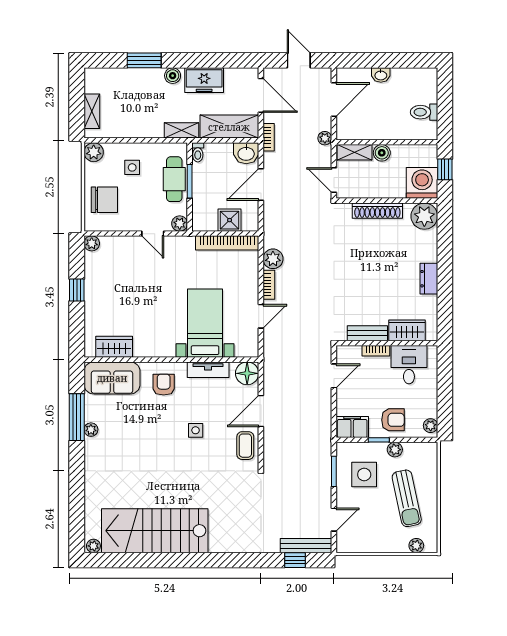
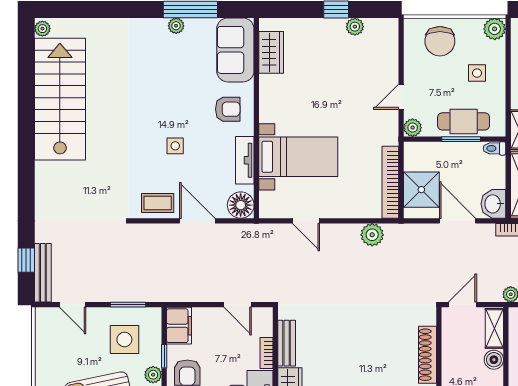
shower: (230, 220) -> (421, 190), width x1.36, depth x1.36
plant: (92, 243) -> (355, 27), moved
bookcase: (269, 285) -> (342, 230), removed

